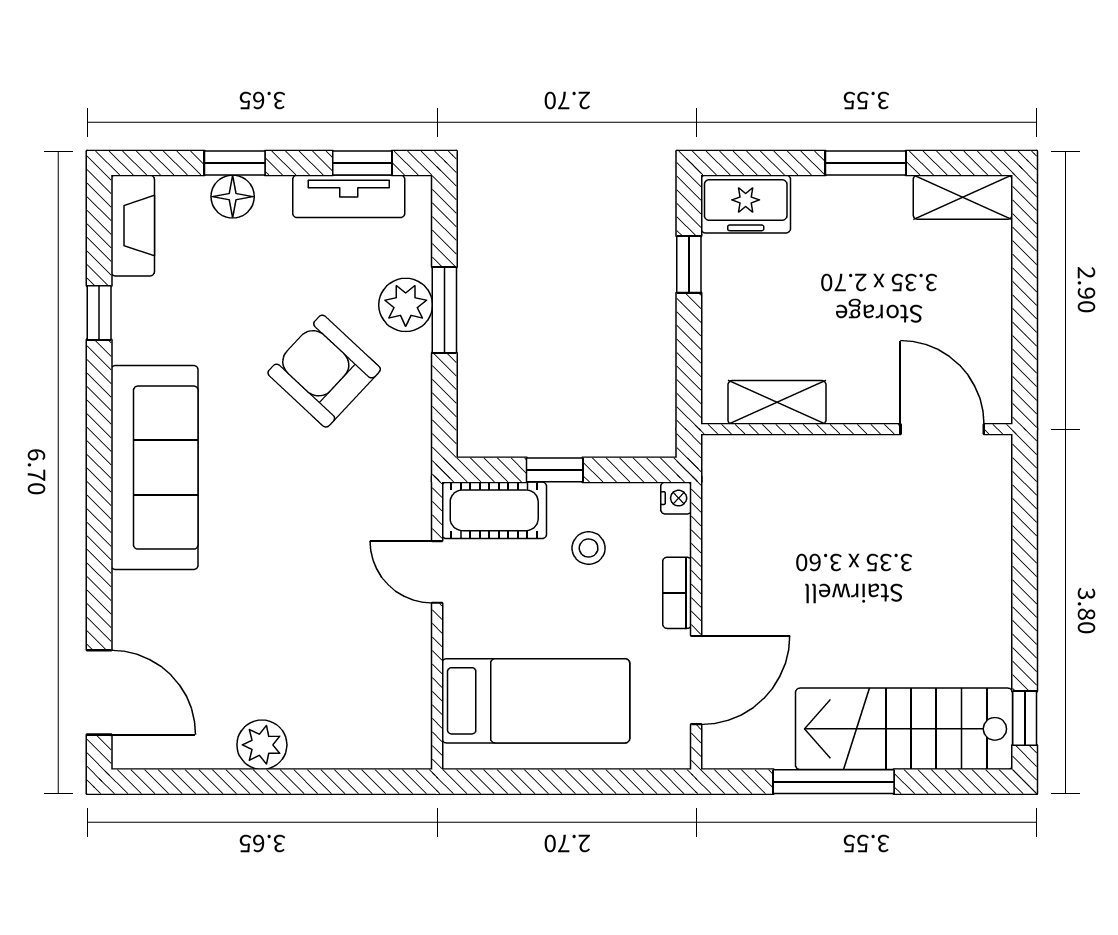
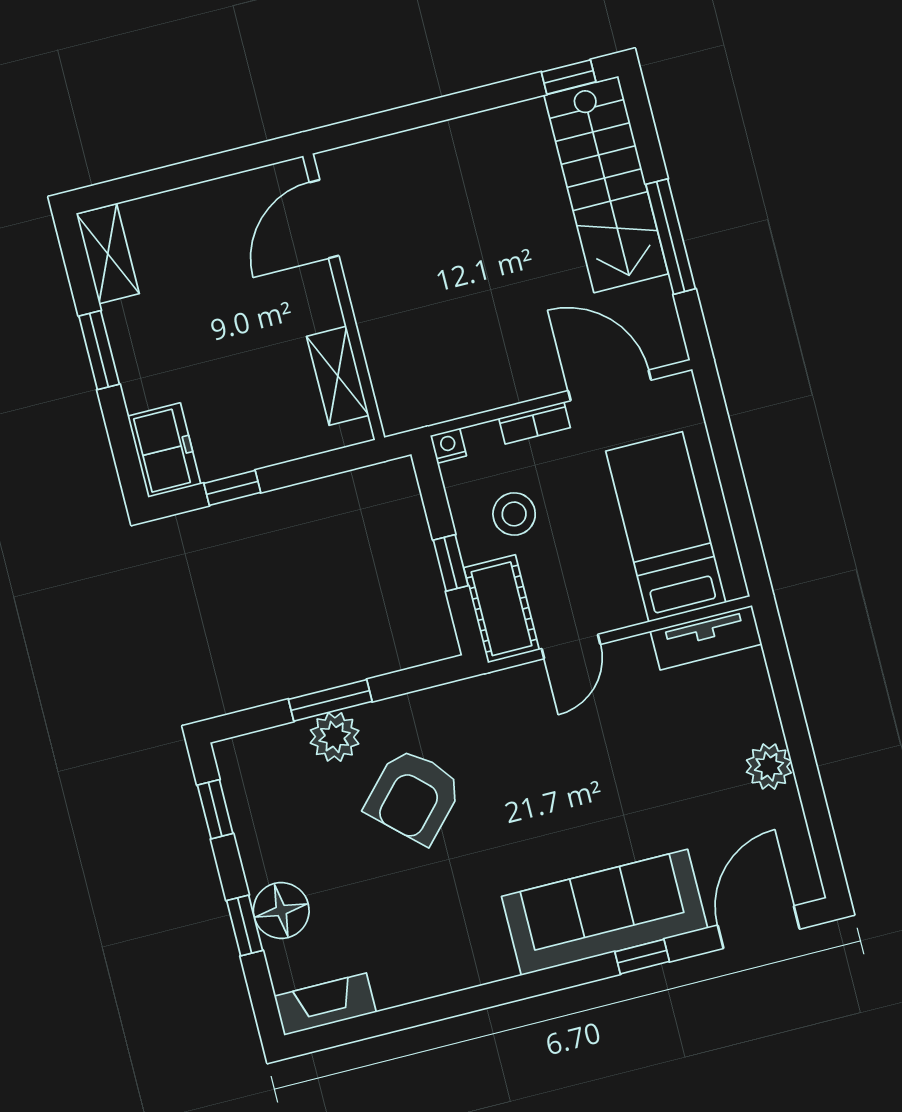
tv unit: (349, 196) -> (706, 638), moved, turned 90
floor lamp: (233, 197) -> (281, 910), width x1.38, depth x1.38
window: (99, 313) -> (642, 957), moved
sofa: (154, 468) -> (605, 912), moved
stool: (589, 548) -> (514, 514), width x1.37, depth x1.37

